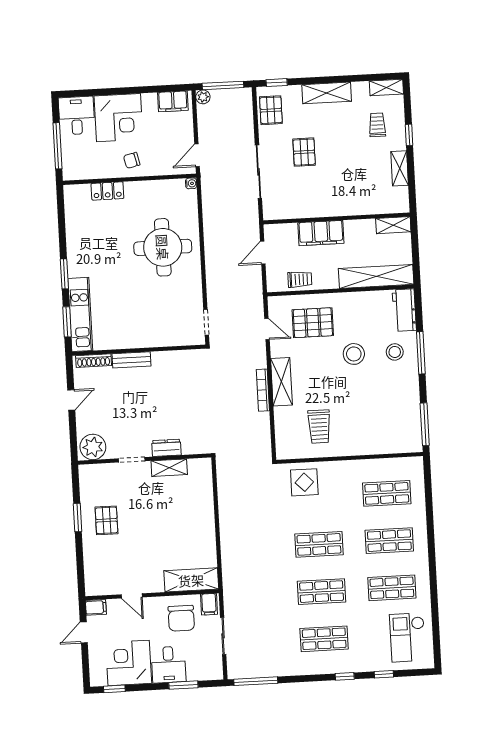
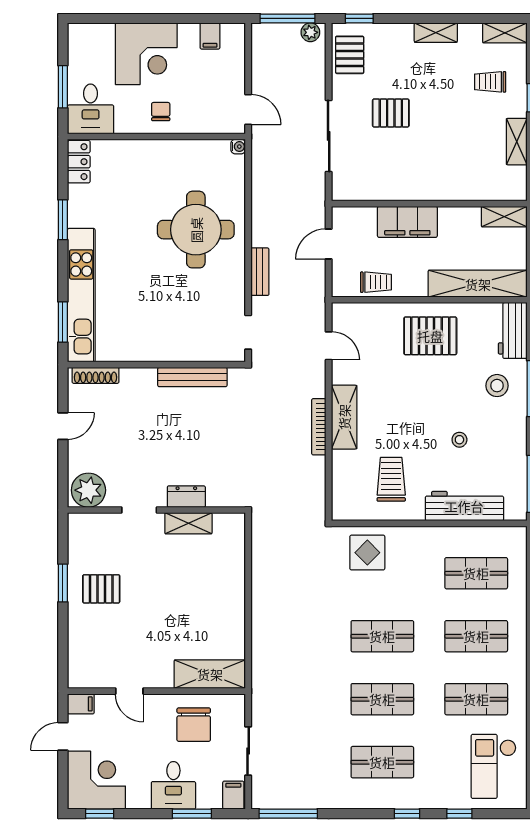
shelving: (327, 93) -> (436, 33), width x0.67, depth x0.75
plant: (203, 97) -> (310, 32), moved
filing cabinet: (173, 101) -> (210, 36), width x0.50
desk: (77, 116) -> (91, 109), moved, turned 180
trolley: (377, 125) -> (490, 82), turned -90
window: (57, 146) -> (63, 87), width x0.69
pallet: (304, 152) -> (391, 113), turned 90
door: (197, 155) -> (248, 110), swing flipped
chair: (132, 160) -> (161, 112), turned 103
locker: (107, 191) -> (79, 162), moved, turned -90
window: (64, 274) -> (63, 220), moved
bench: (212, 276) -> (260, 272), added
kitchen unit: (80, 314) -> (81, 295), width x1.36
pallet: (313, 323) -> (430, 336), moved
stool: (354, 354) -> (459, 440), moved, width x0.53, depth x0.53
bench: (132, 360) -> (192, 377), moved, width x1.36
trolley: (319, 427) -> (391, 479), turned 180
workbench: (375, 444) -> (464, 506), added
pallet: (106, 520) -> (101, 589), turned 90
filing cabinet: (209, 604) -> (233, 795), moved, turned 180
corner desk: (129, 663) -> (96, 780), moved, turned 90

